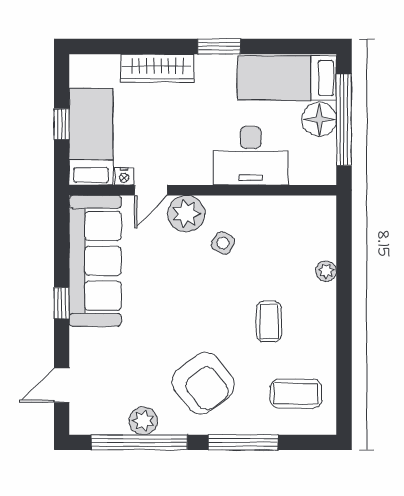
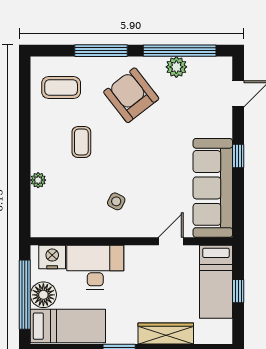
nightstand: (124, 176) -> (52, 257), moved, width x1.89, depth x1.79
plant: (186, 214) -> (144, 224), removed

